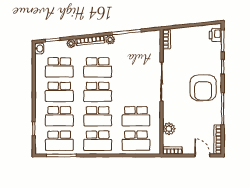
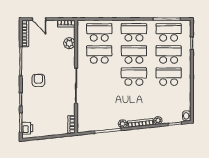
school desk: (59, 67) -> (169, 99), removed
school desk: (98, 67) -> (134, 99), removed
armchair: (203, 88) -> (38, 80), width x0.53, depth x0.53

